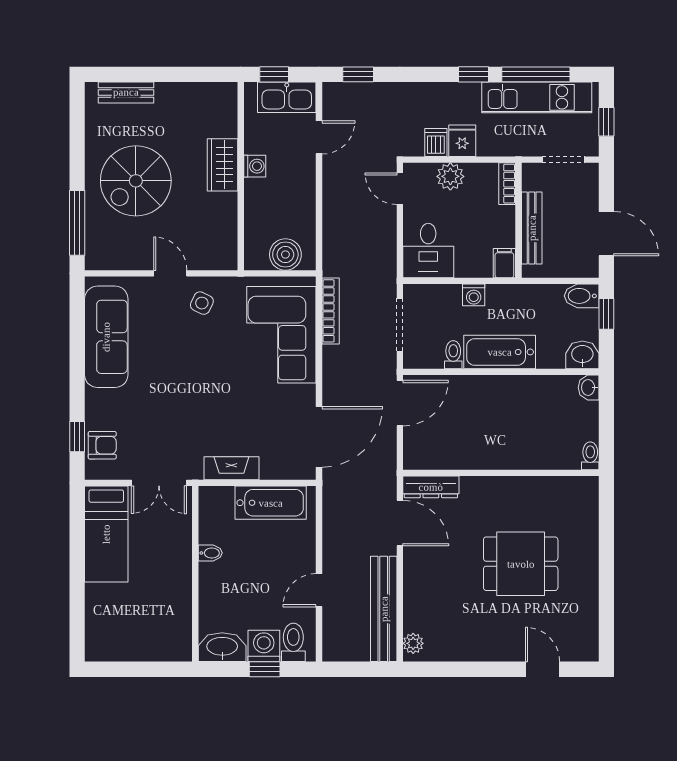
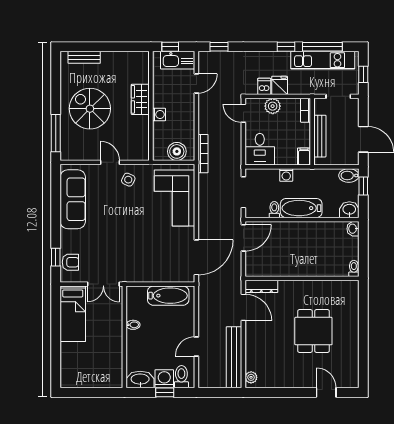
washing machine: (255, 166) -> (159, 115), moved
spiral stairs: (136, 181) -> (90, 109), turned 90
bookcase: (331, 311) -> (203, 154), moved
fireplace: (231, 468) -> (145, 276), removed
dining table: (521, 564) -> (313, 331), turned 90

